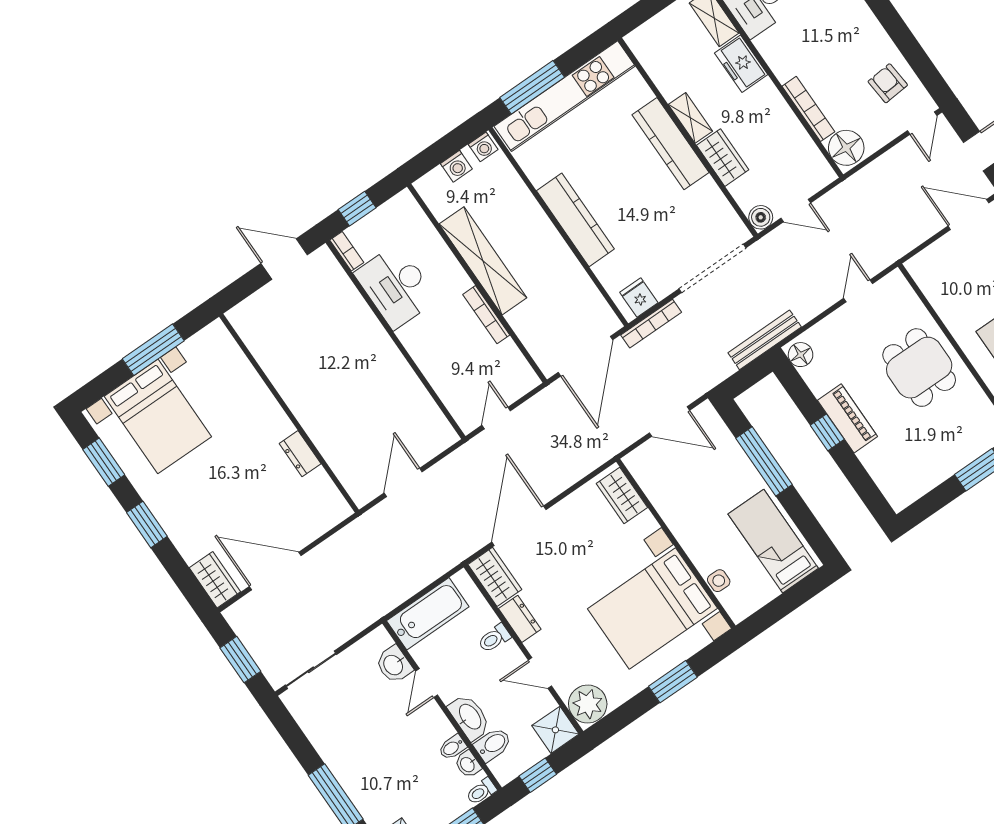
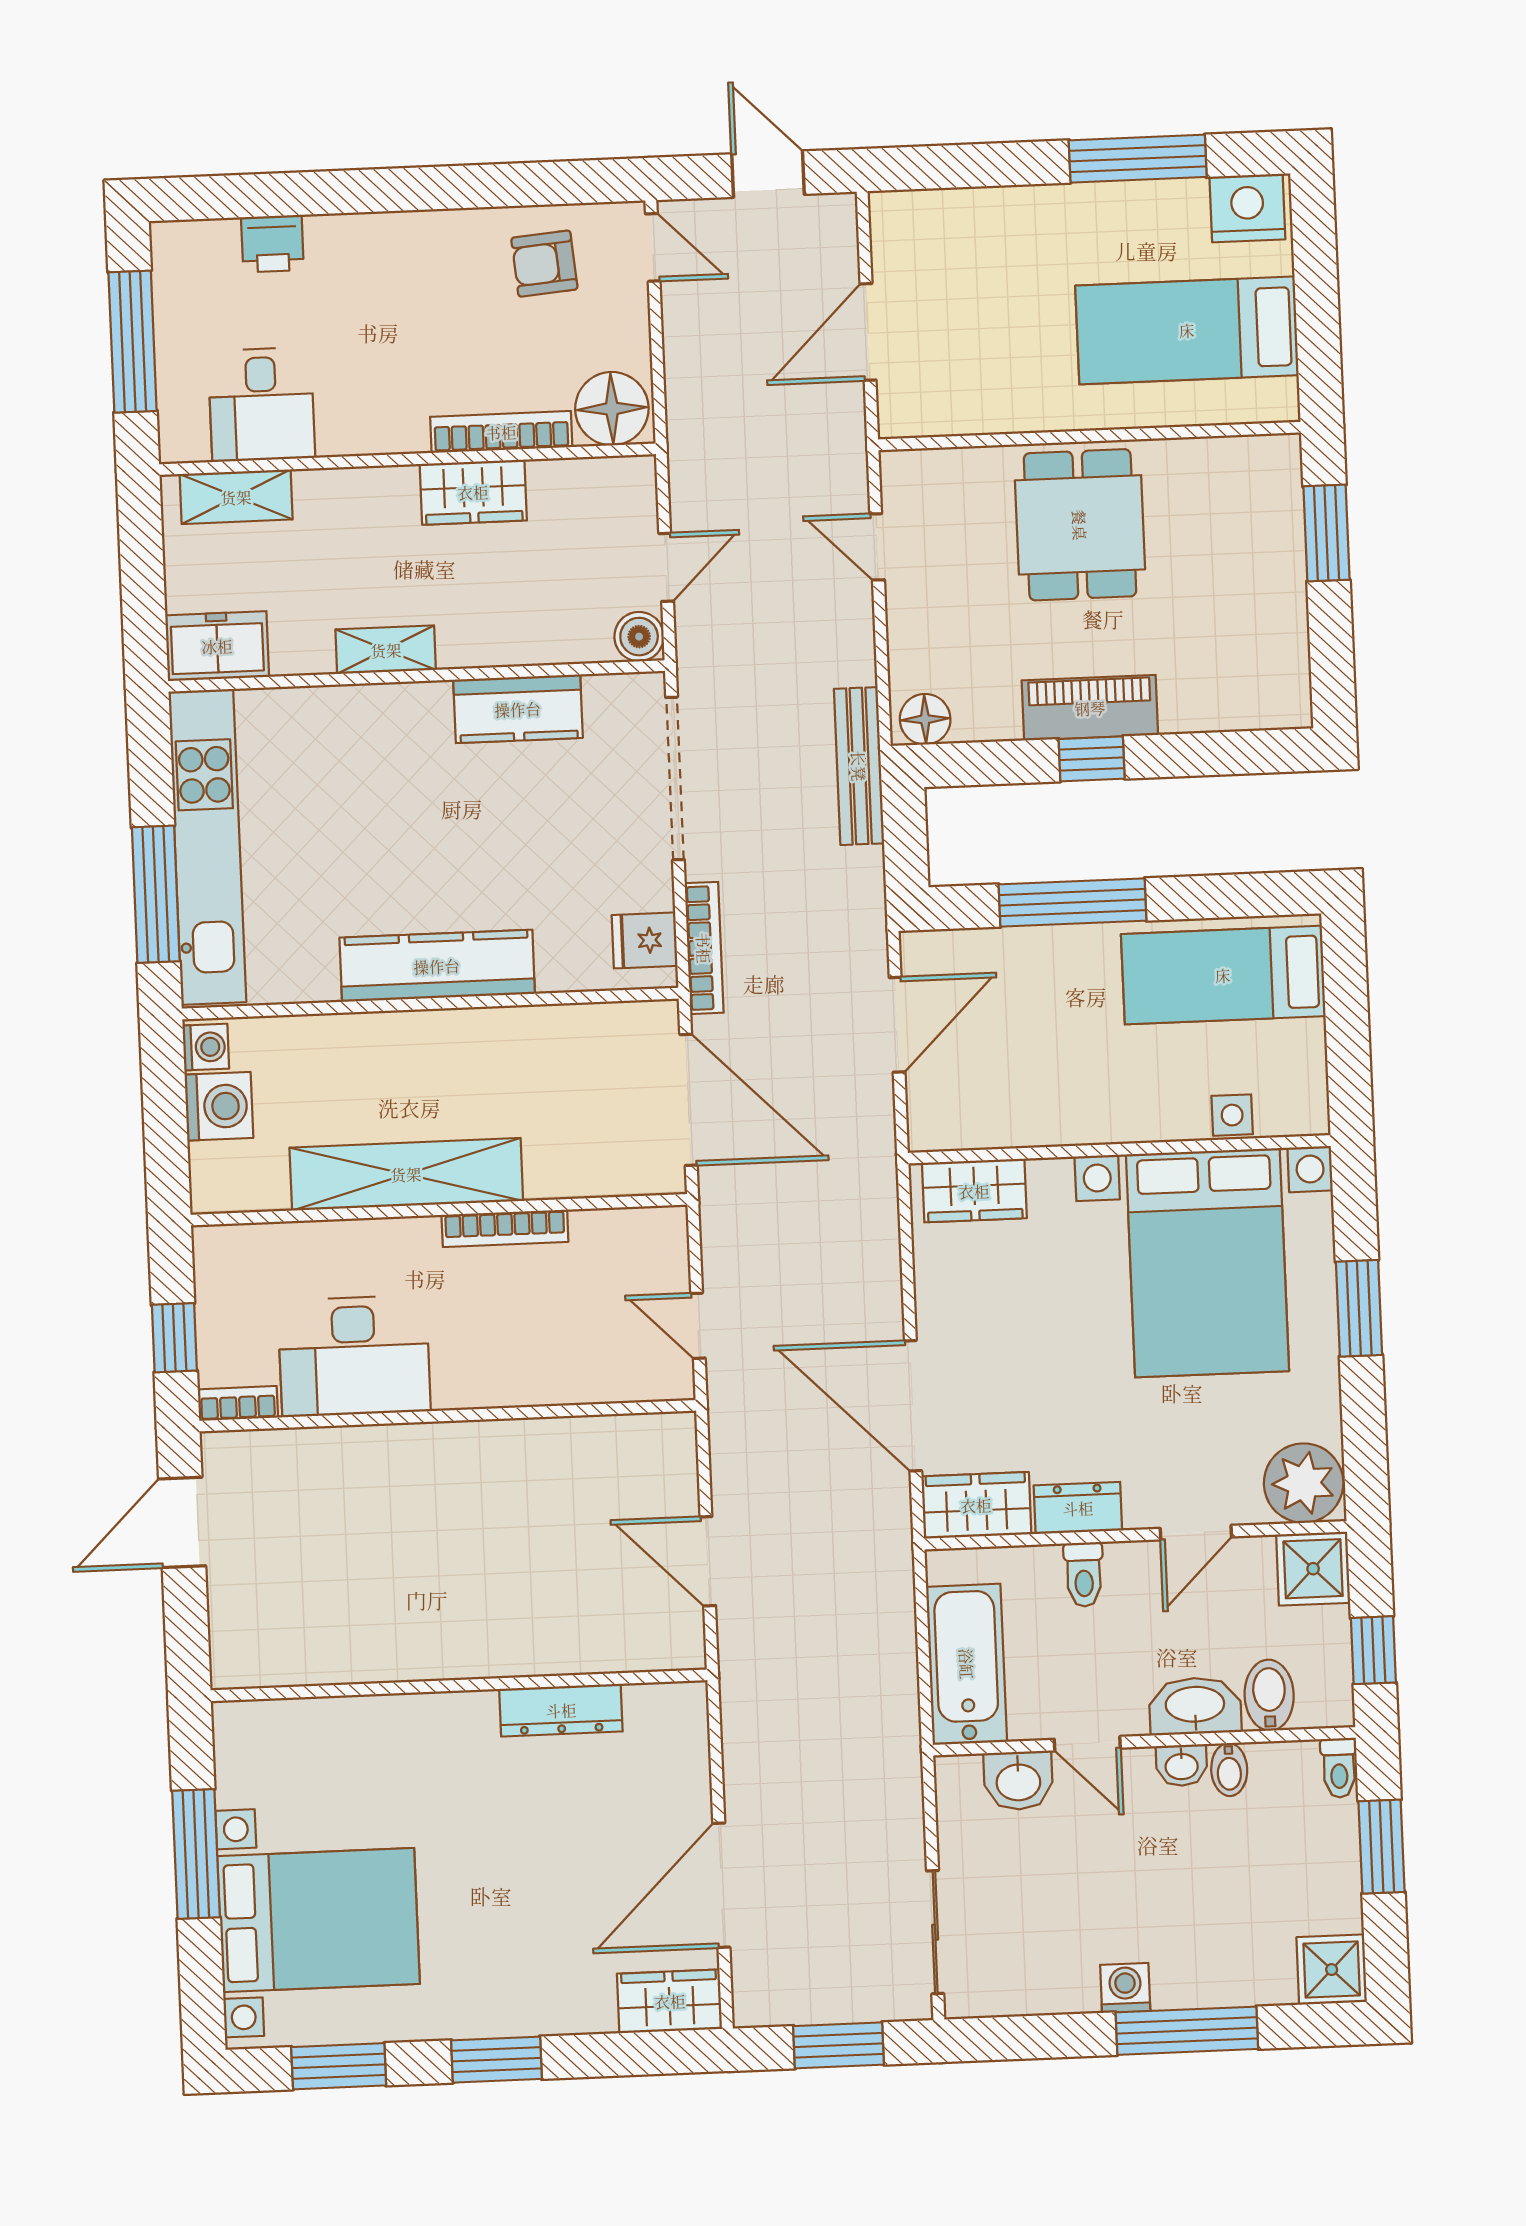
freezer: (741, 64) -> (217, 646), moved, turned 180
kitchen counter: (670, 144) -> (518, 709), moved, width x0.67
wardrobe: (723, 158) -> (473, 492), moved, turned 180
washing machine: (456, 166) -> (219, 1106), width x1.38, depth x1.38
door: (968, 214) -> (868, 332), moved
dining table: (919, 368) -> (1080, 525), turned 90
dresser: (300, 454) -> (561, 1710), width x1.44
washing machine: (337, 761) -> (1125, 1988), added
washbasin: (468, 764) -> (1182, 1765), moved

